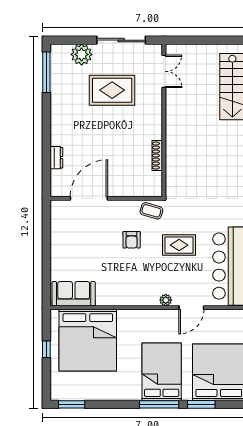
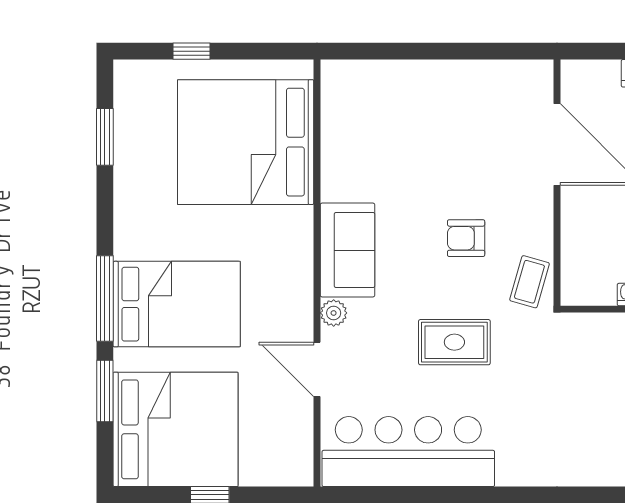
rug: (179, 245) -> (454, 342), turned 90
sofa: (74, 294) -> (347, 250), moved
window: (46, 349) -> (191, 51), moved
window: (72, 404) -> (105, 137), moved

